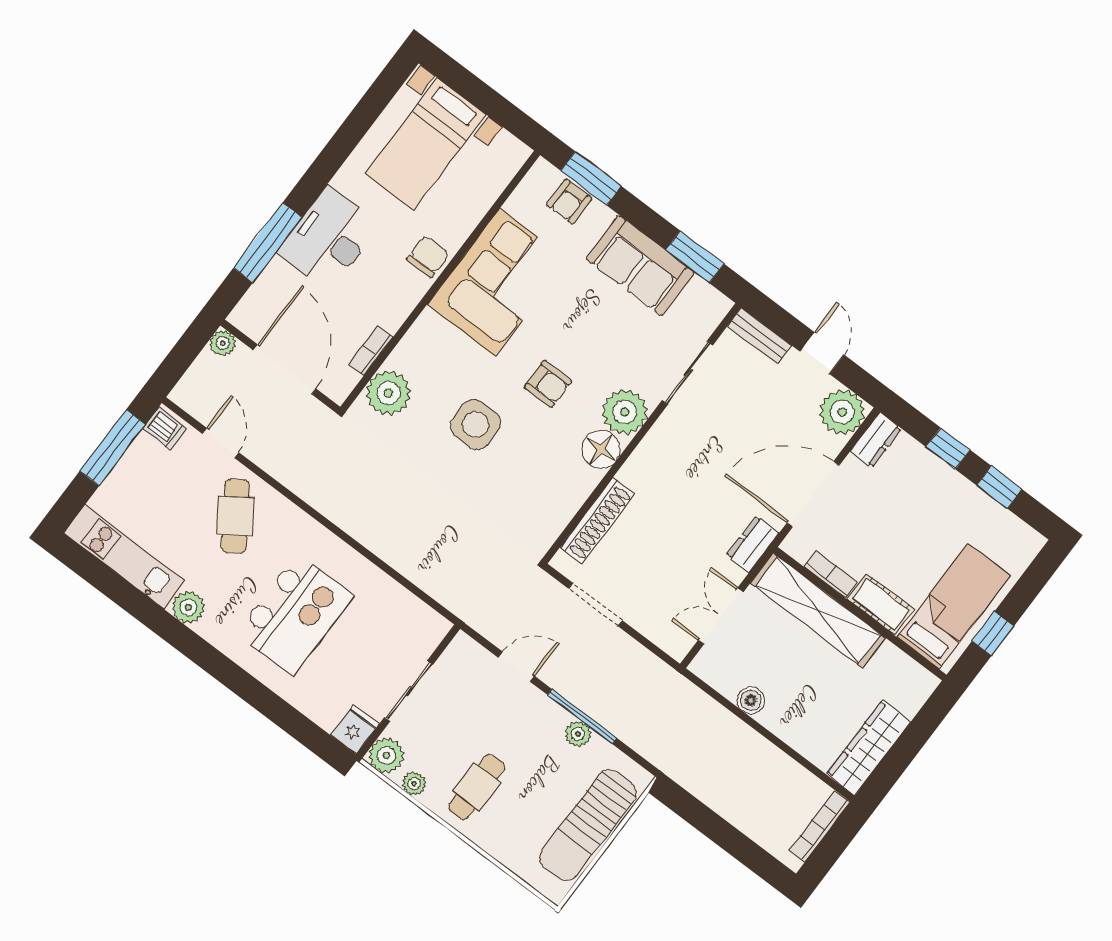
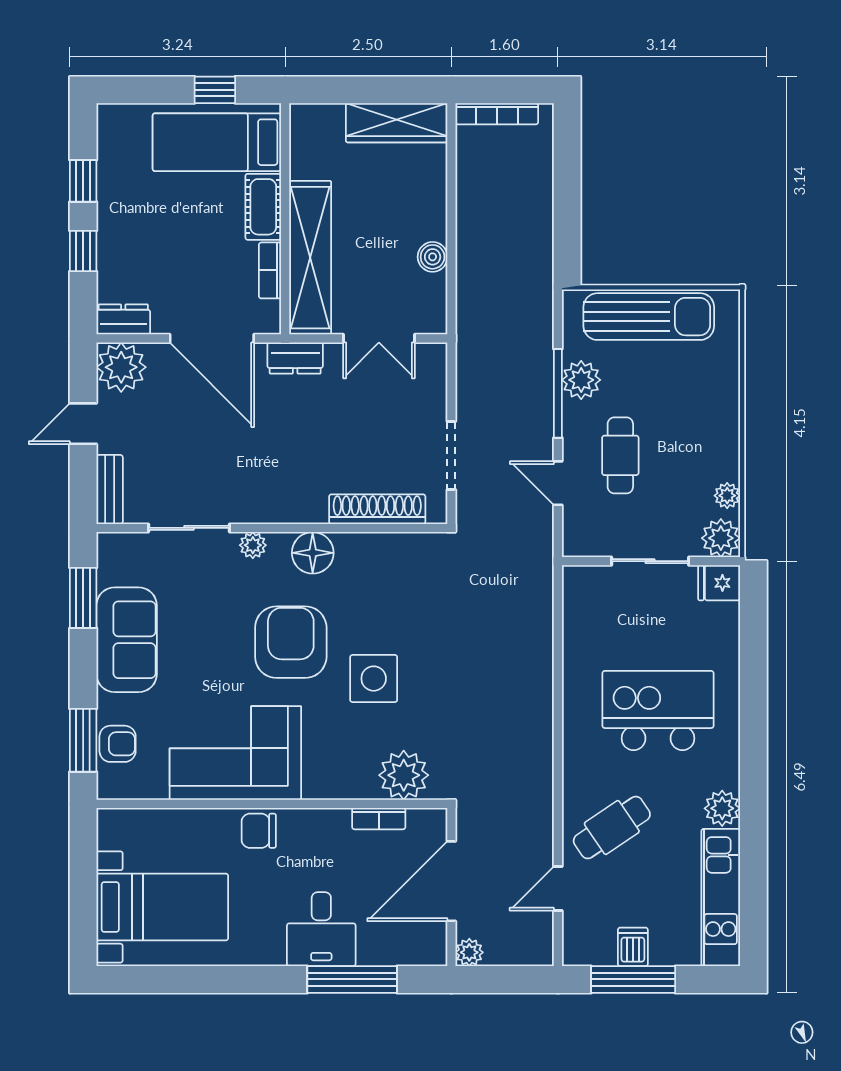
desk: (329, 239) -> (321, 929), width x0.73
armchair: (548, 384) -> (291, 642), width x1.88, depth x1.88
plant: (625, 412) -> (253, 545), width x0.53, depth x0.53
dishwasher: (165, 428) -> (633, 947), moved
plant: (578, 734) -> (581, 380), width x1.38, depth x1.38
cafe table: (477, 787) -> (620, 455), moved, turned 90

